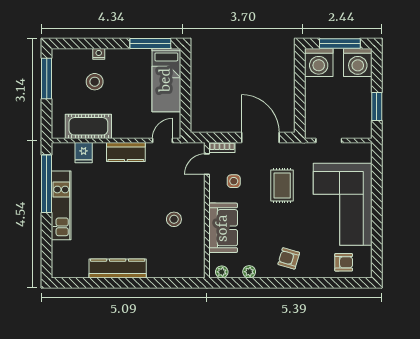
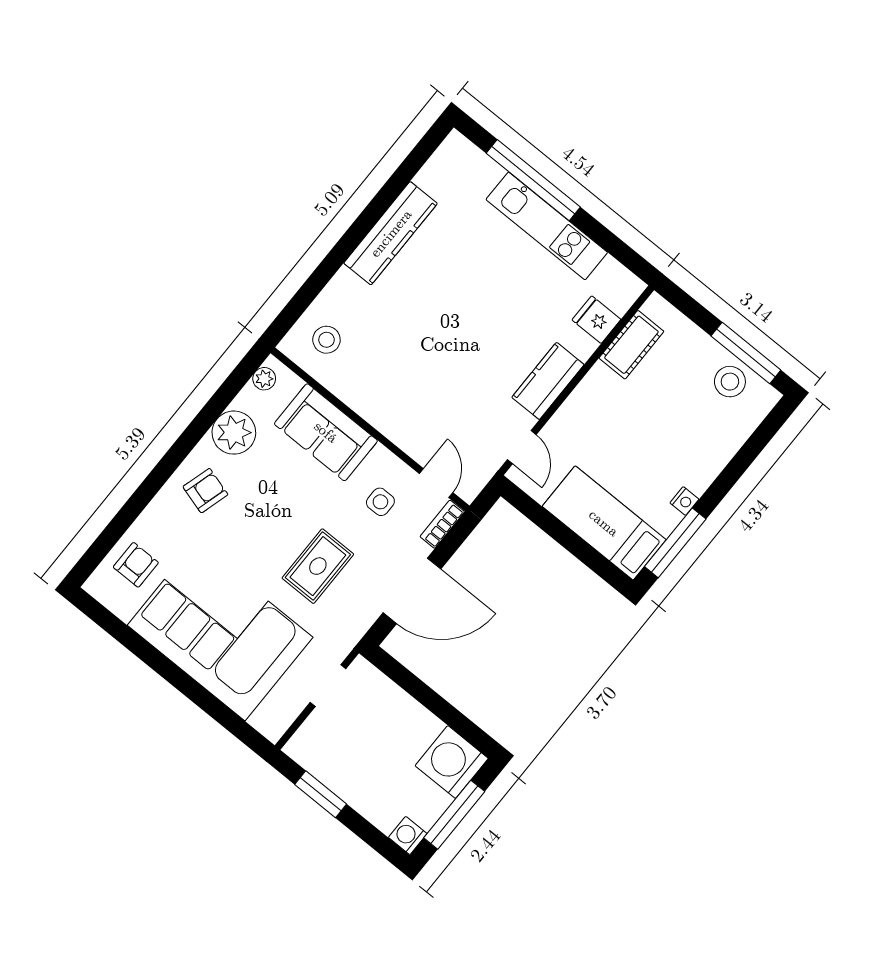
nightstand: (99, 54) -> (684, 501), moved
washing machine: (358, 63) -> (408, 836), width x0.53, depth x0.53
stool: (95, 82) -> (730, 382), moved
cot: (88, 126) -> (631, 345), width x0.73, depth x0.75
window: (47, 184) -> (533, 180), moved
rug: (282, 185) -> (318, 566), turned 90
stool: (174, 219) -> (326, 340), moved
armchair: (344, 262) -> (136, 565), turned 180
plant: (249, 272) -> (234, 433), width x1.88, depth x1.88

